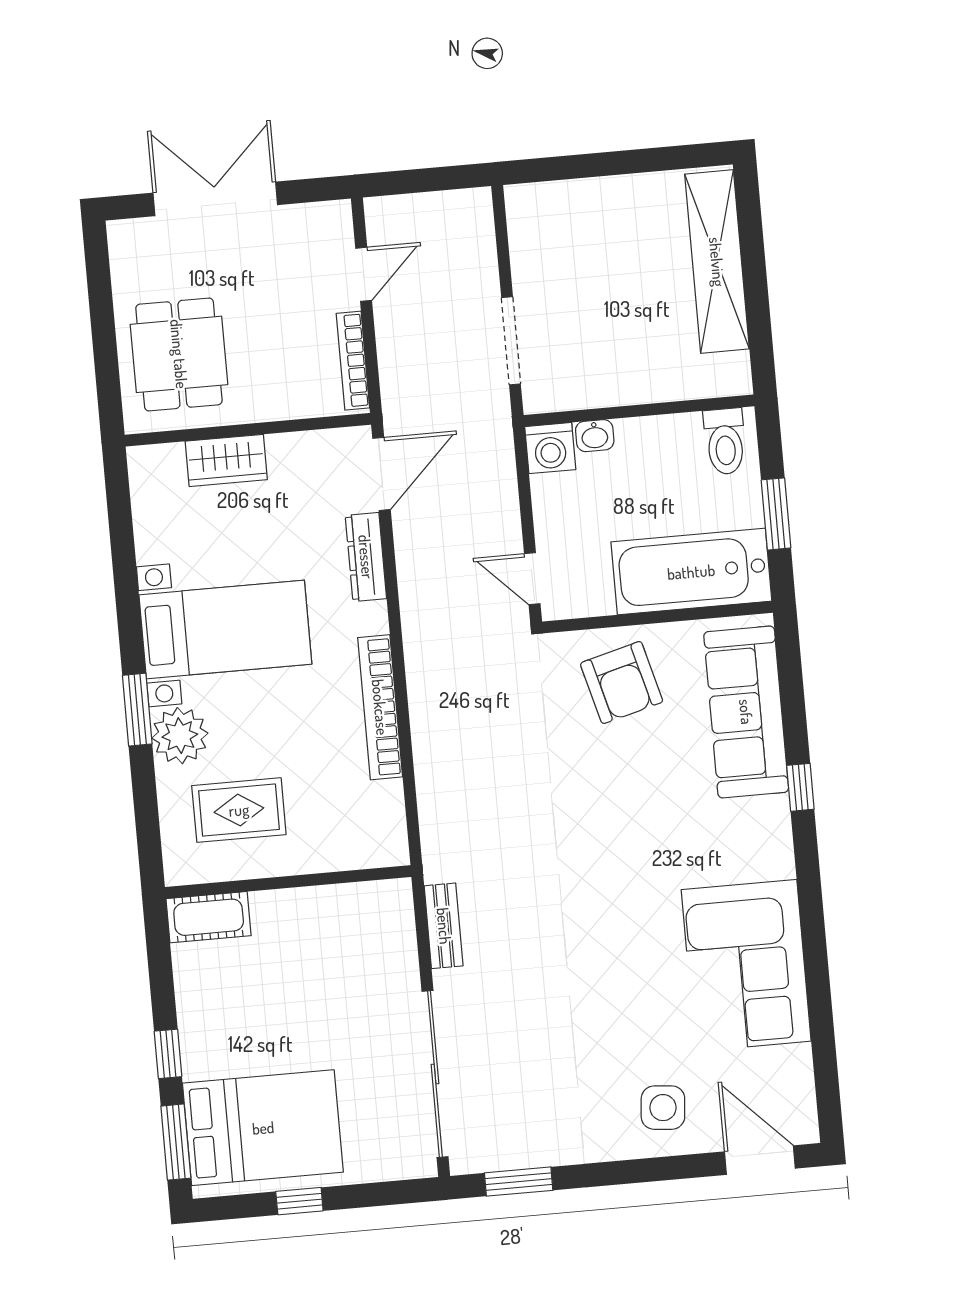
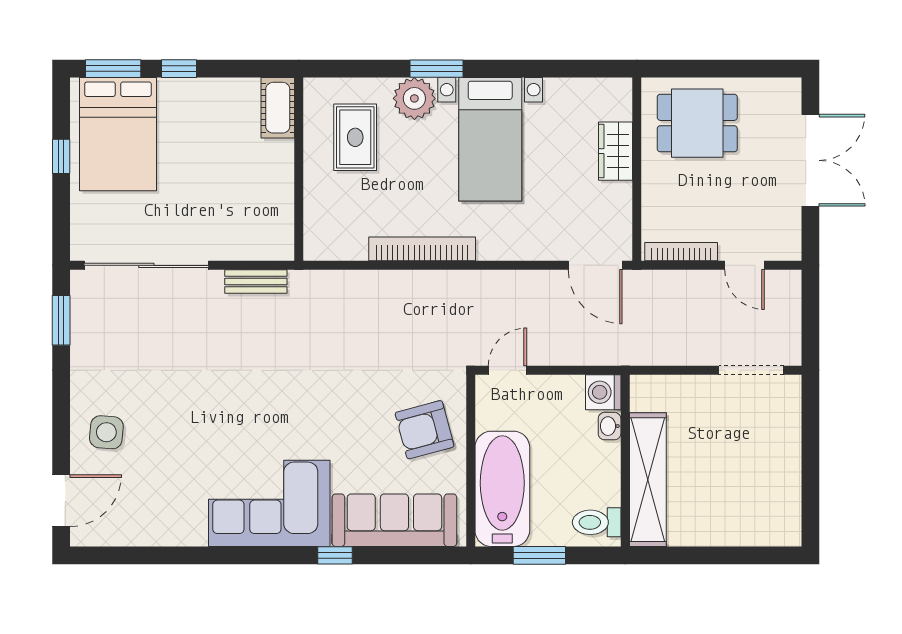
shelving: (717, 262) -> (648, 480), moved, turned 90
doorway: (511, 341) -> (751, 370), moved
dresser: (366, 557) -> (535, 248), removed
corner sofa: (746, 965) -> (269, 503), moved

